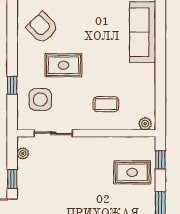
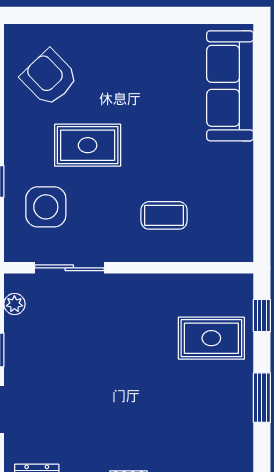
plant: (145, 124) -> (235, 250), removed

